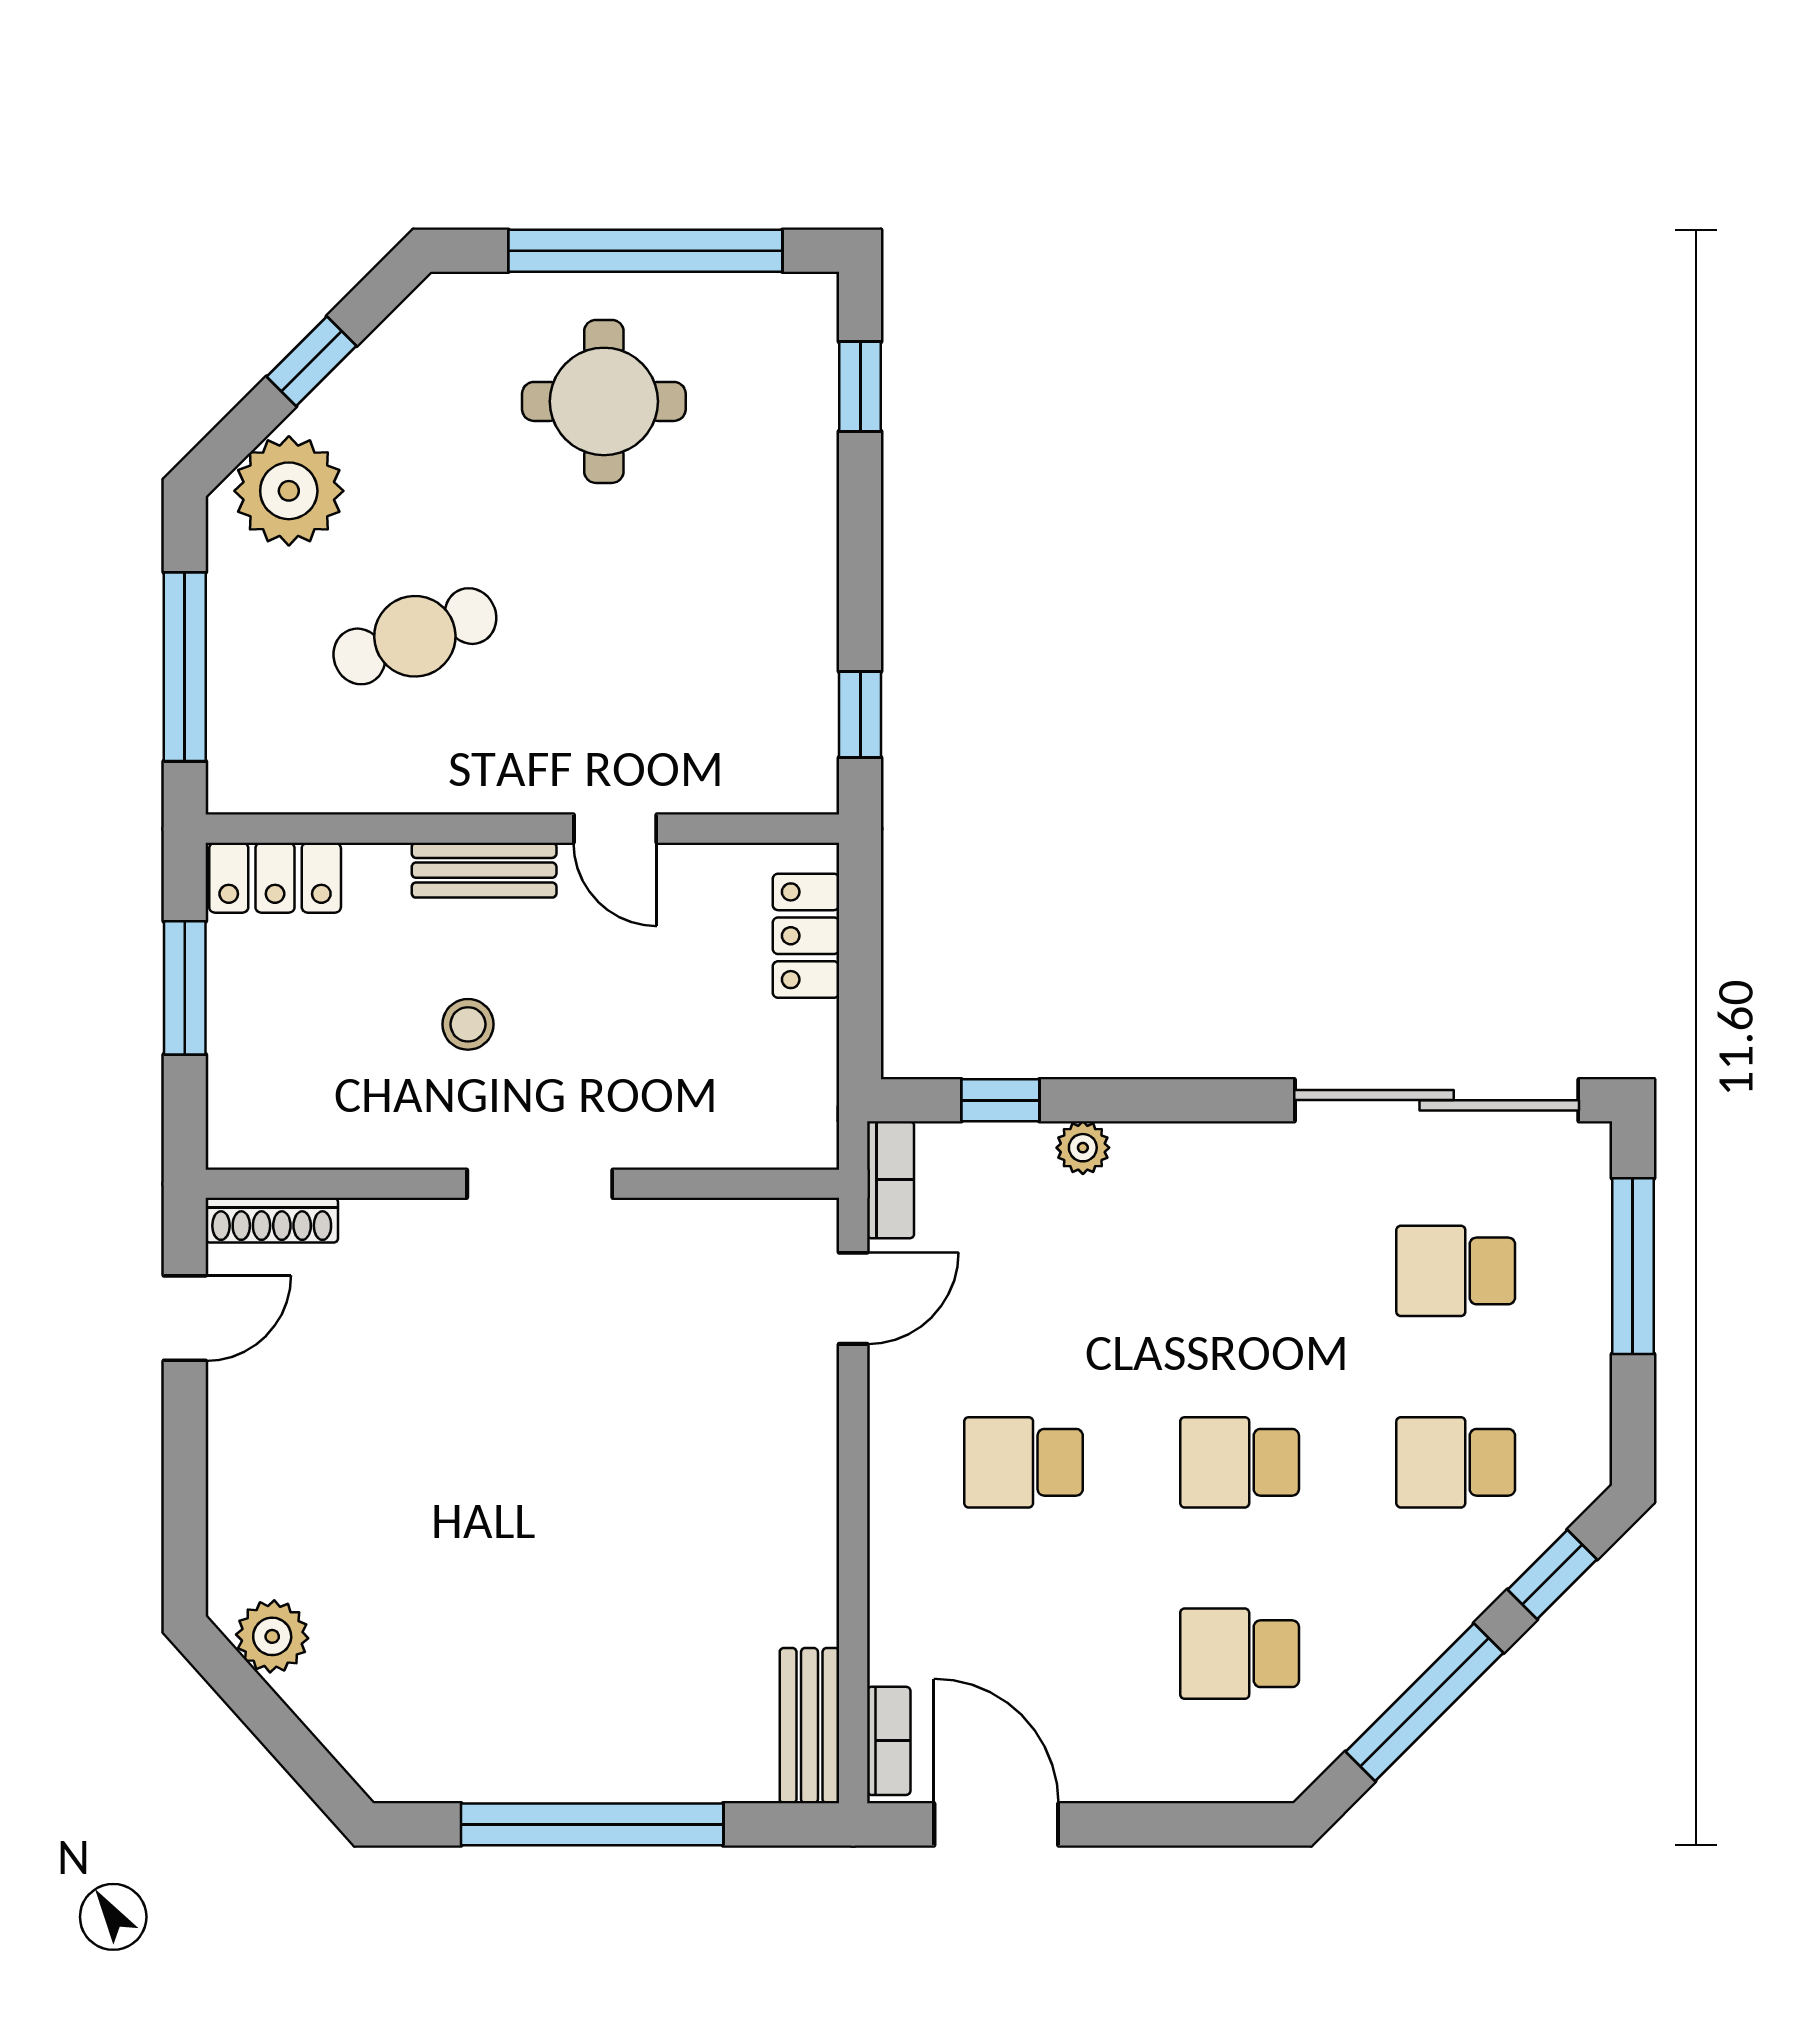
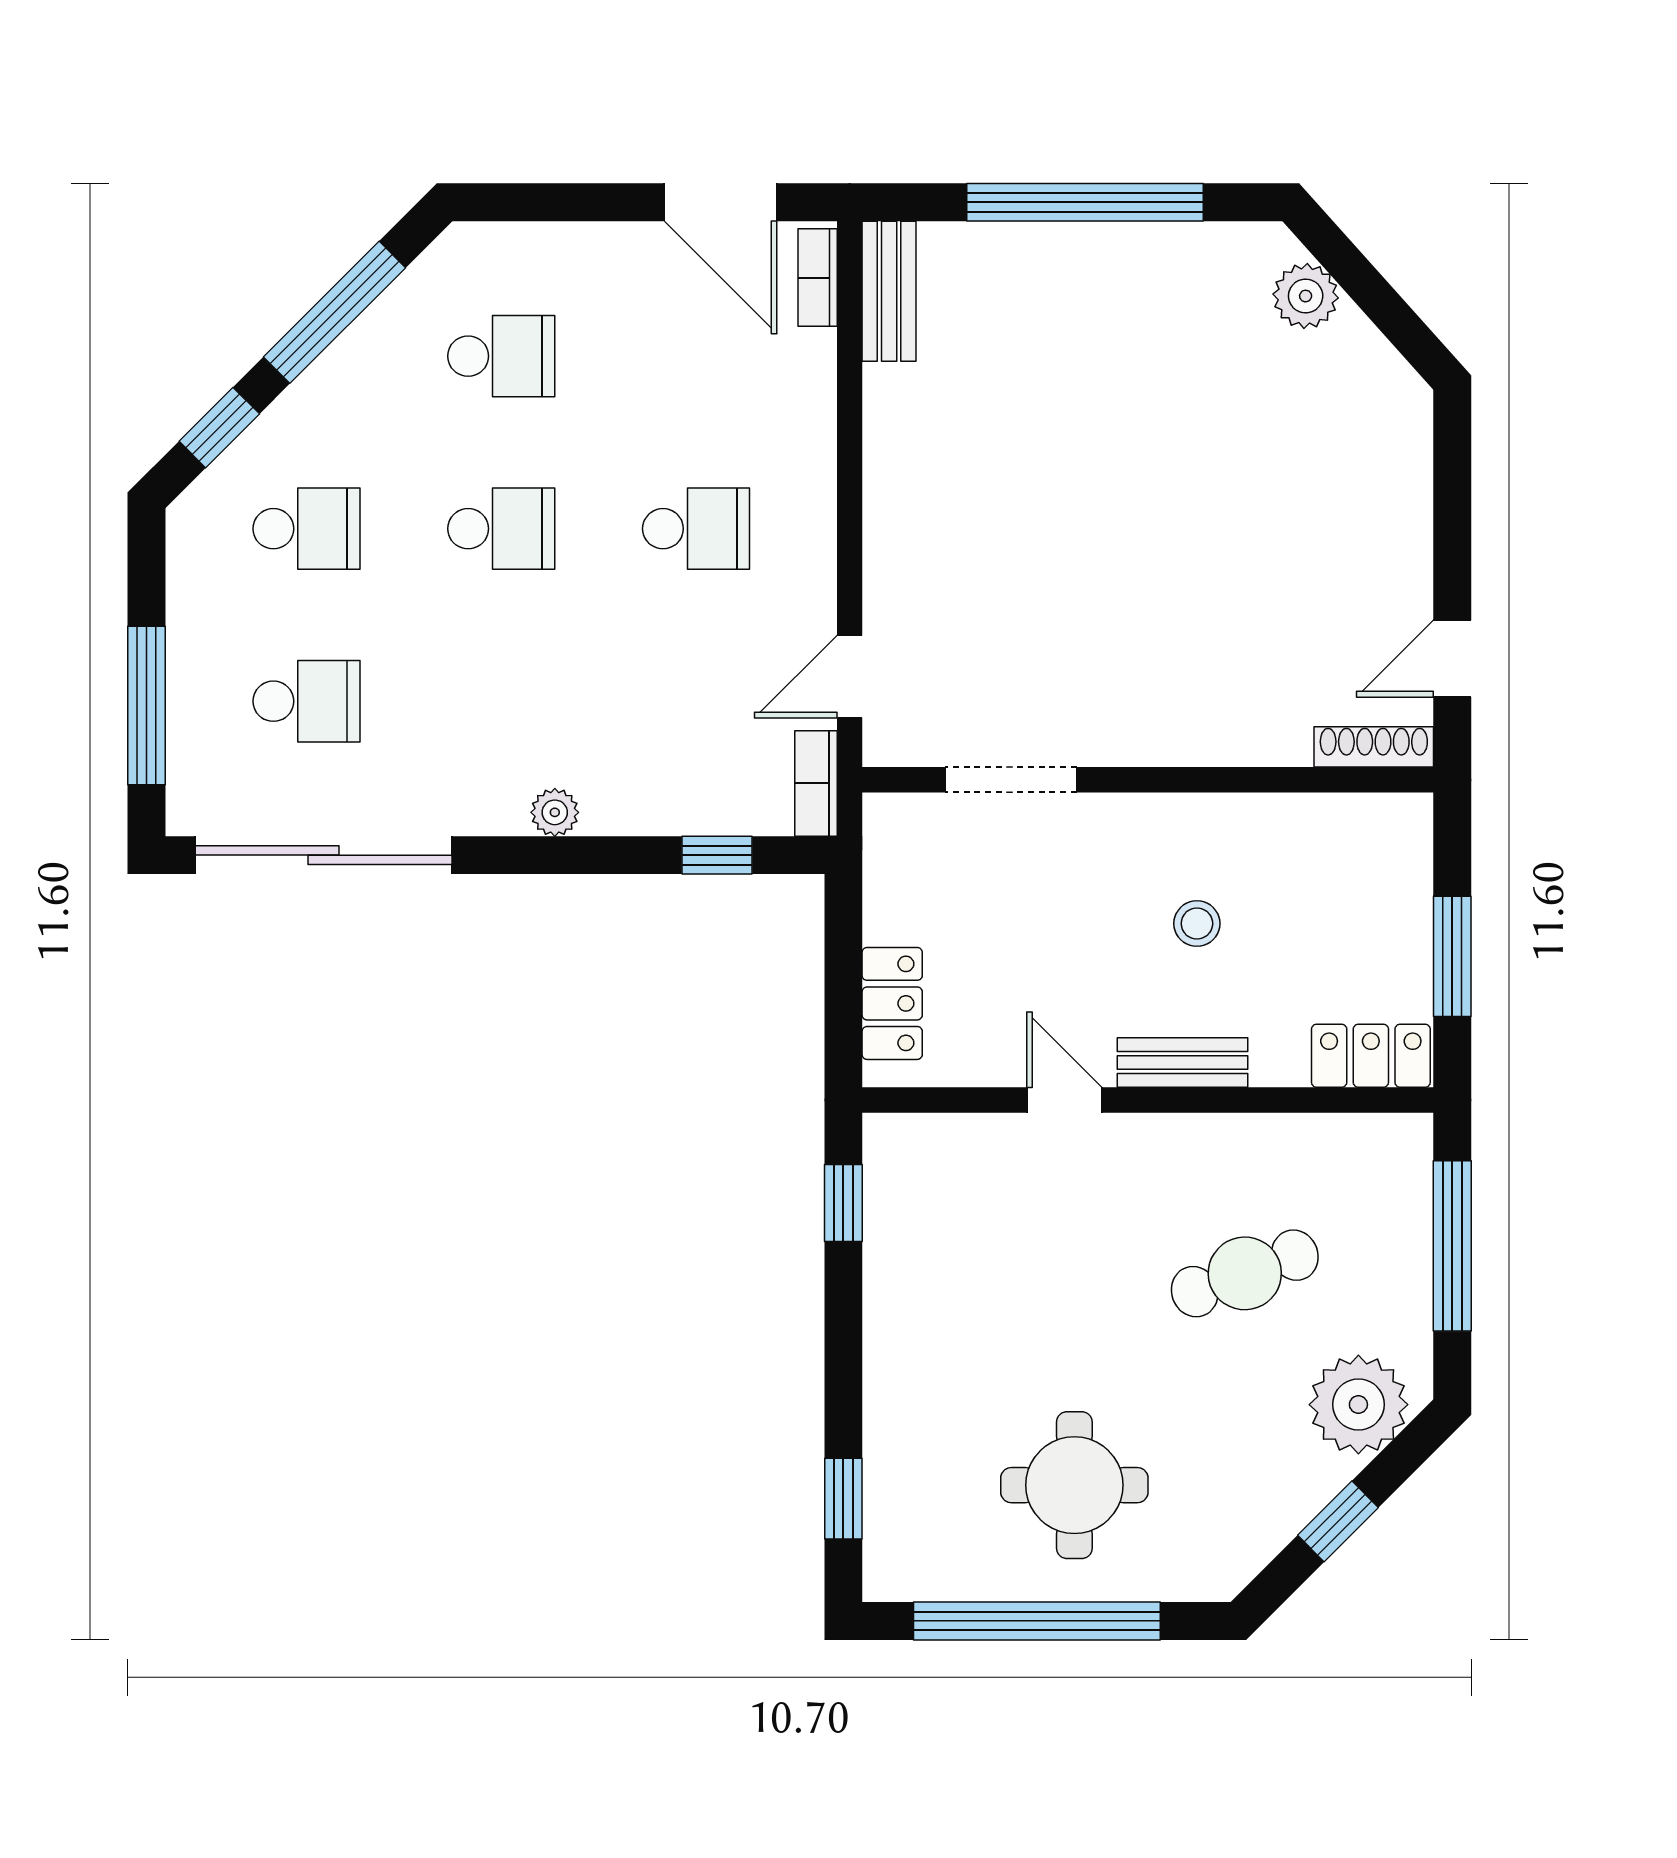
plant: (1083, 1148) -> (555, 812), moved
doorway: (540, 1184) -> (1011, 780), moved
plant: (272, 1636) -> (1306, 296), moved

